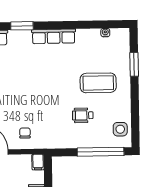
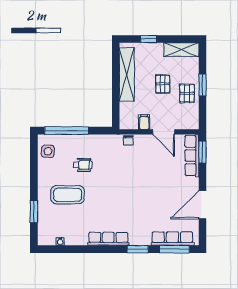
chair: (25, 133) -> (128, 140), moved
filing cabinet: (38, 162) -> (144, 122), moved

